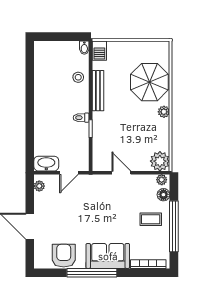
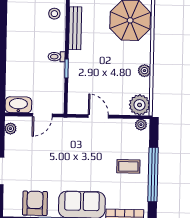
plant: (164, 112) -> (144, 71), moved
floor lamp: (163, 195) -> (143, 141), removed

